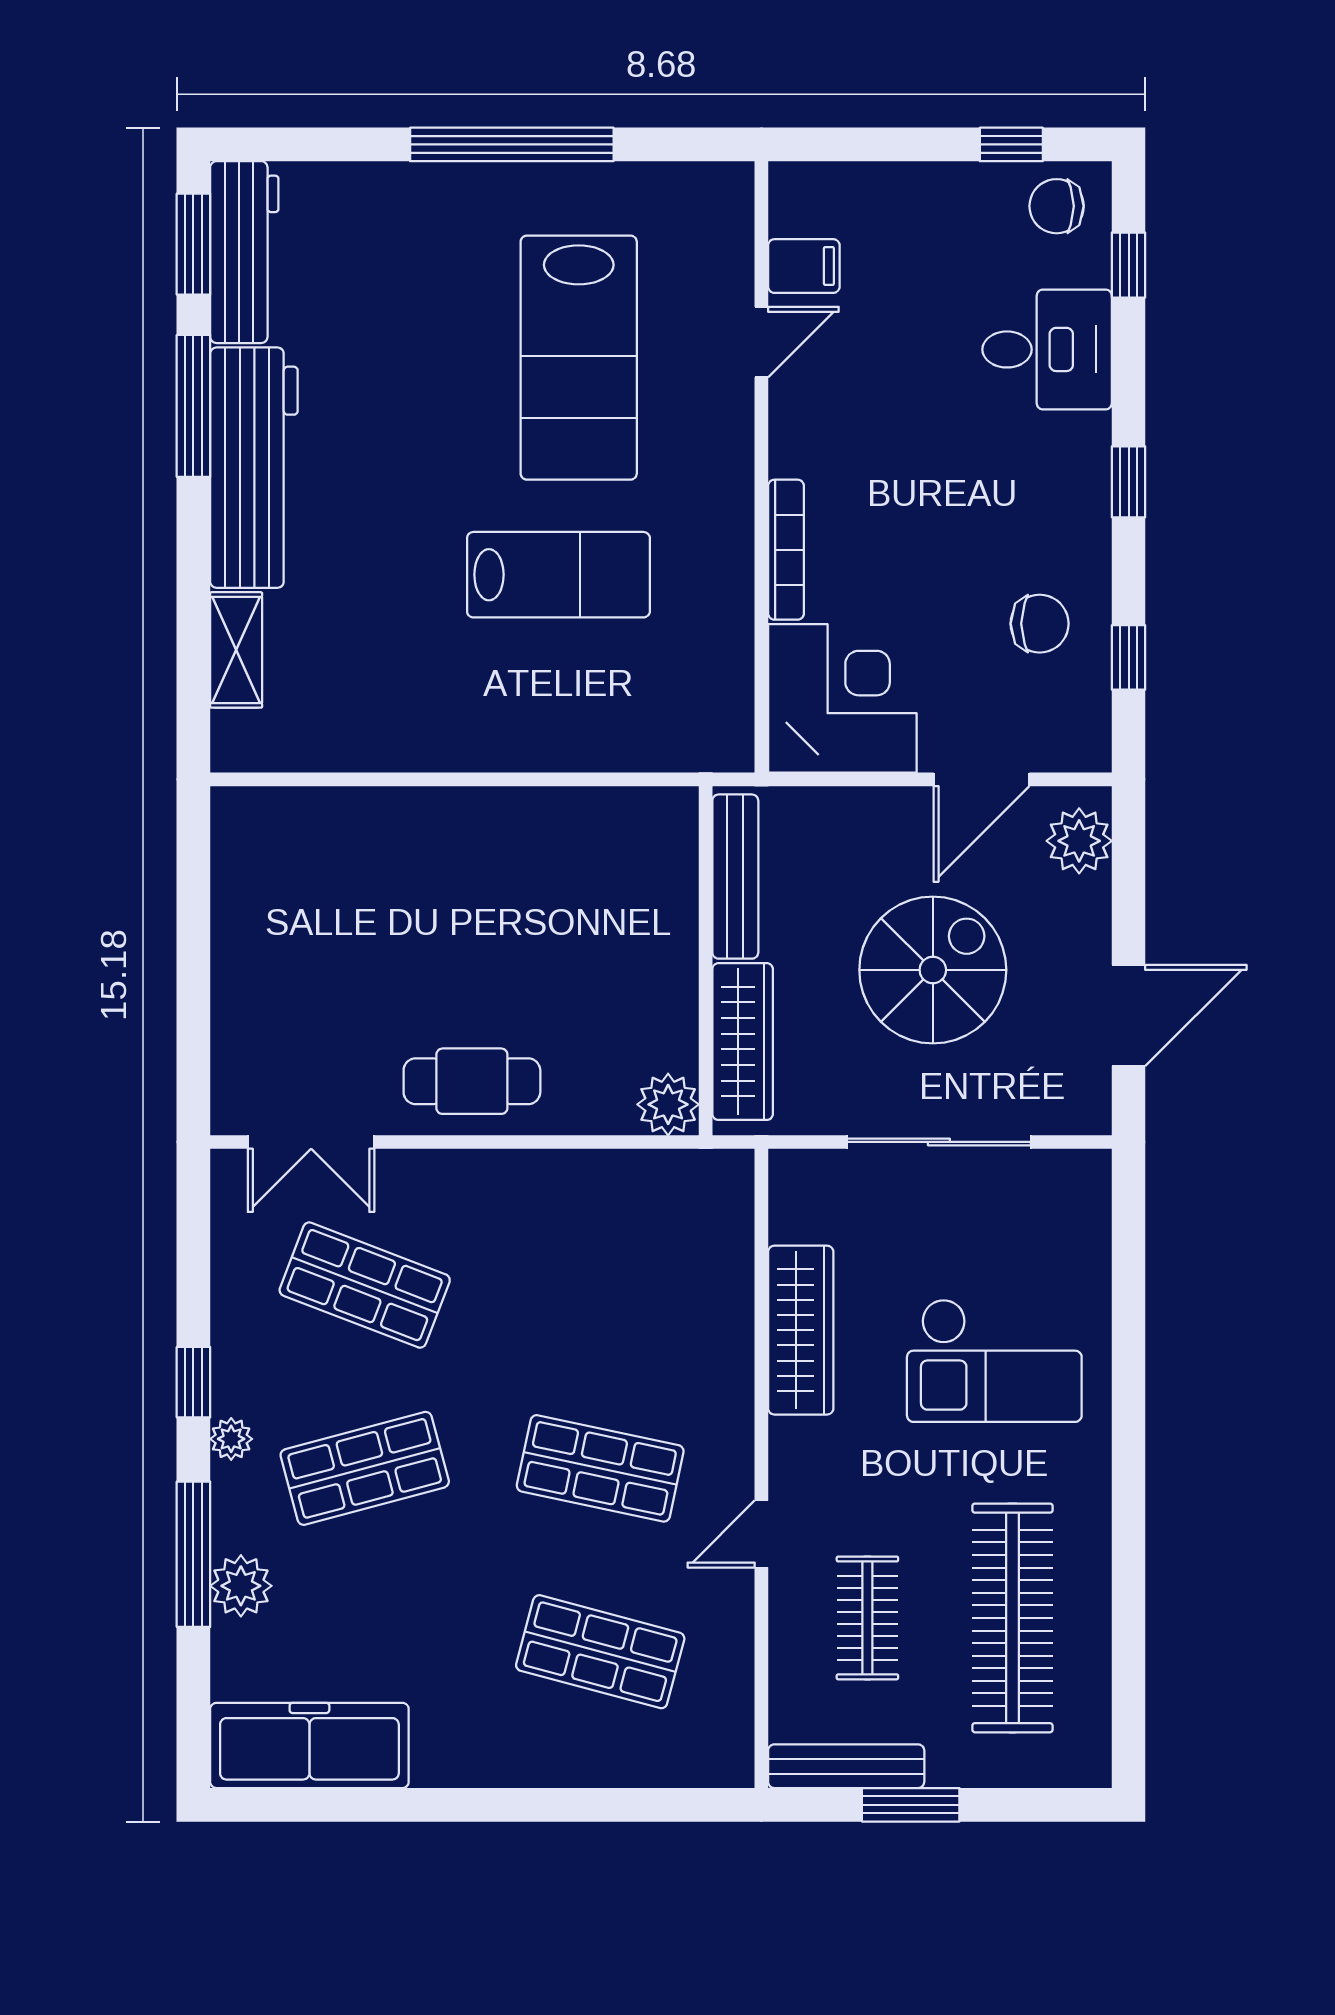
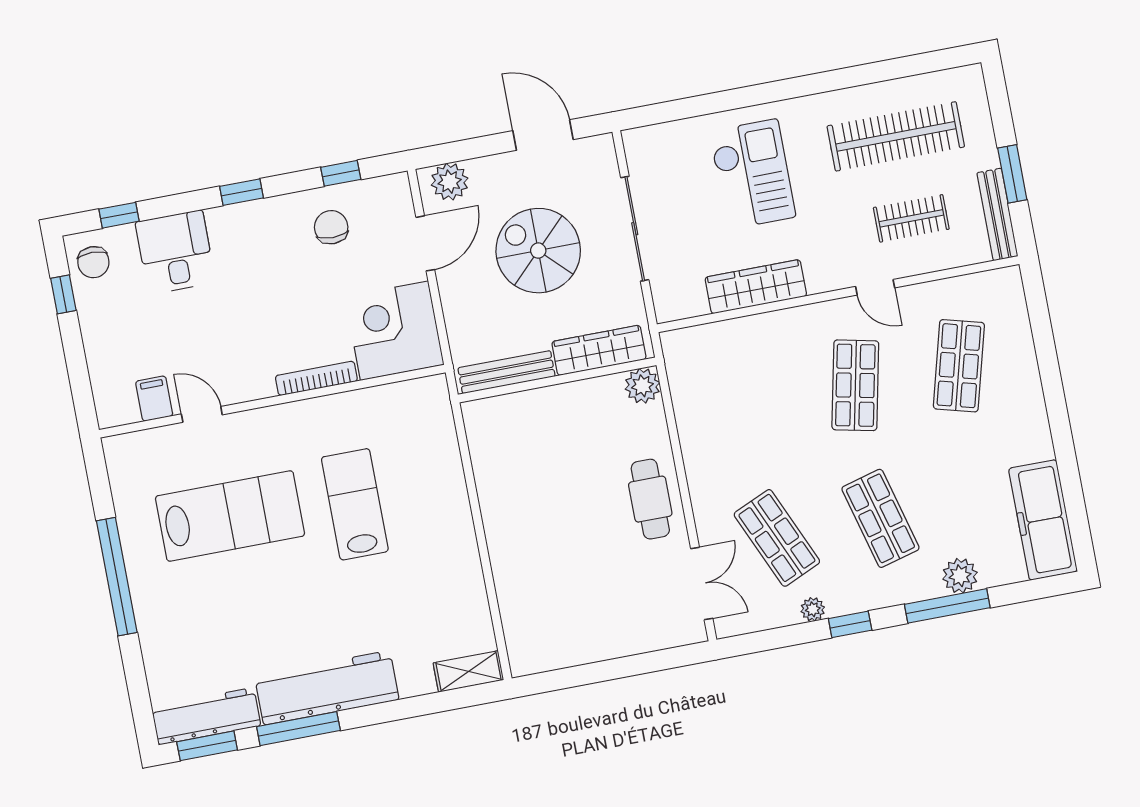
shelving: (236, 650) -> (468, 671), moved
door: (981, 779) -> (425, 243), hinge flipped
shop shelf: (365, 1285) -> (777, 538), turned -45
plant: (231, 1439) -> (813, 609), moved

